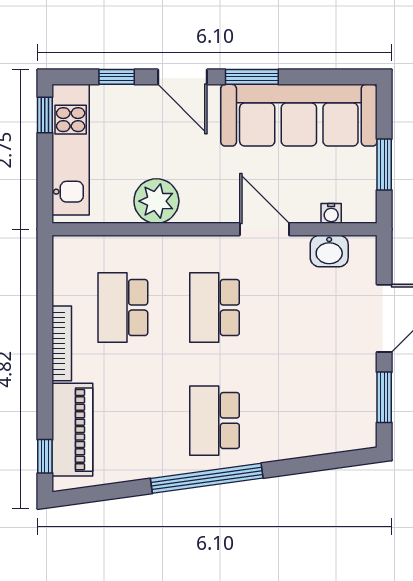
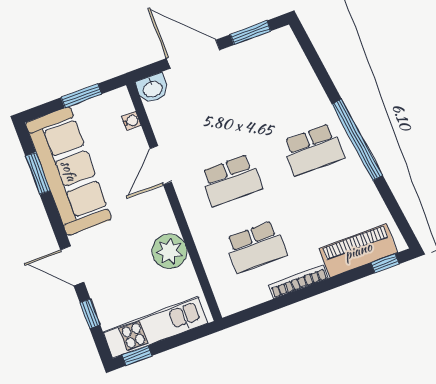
door: (182, 77) -> (72, 266), swing flipped
window: (252, 77) -> (38, 173), moved
washbasin: (329, 251) -> (153, 88), moved, turned 90

